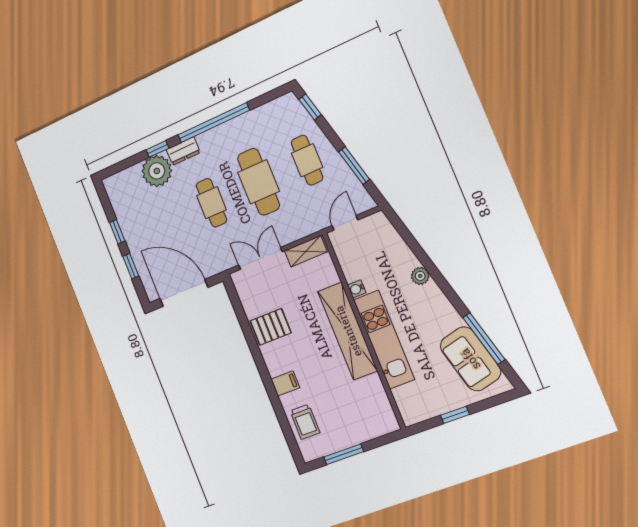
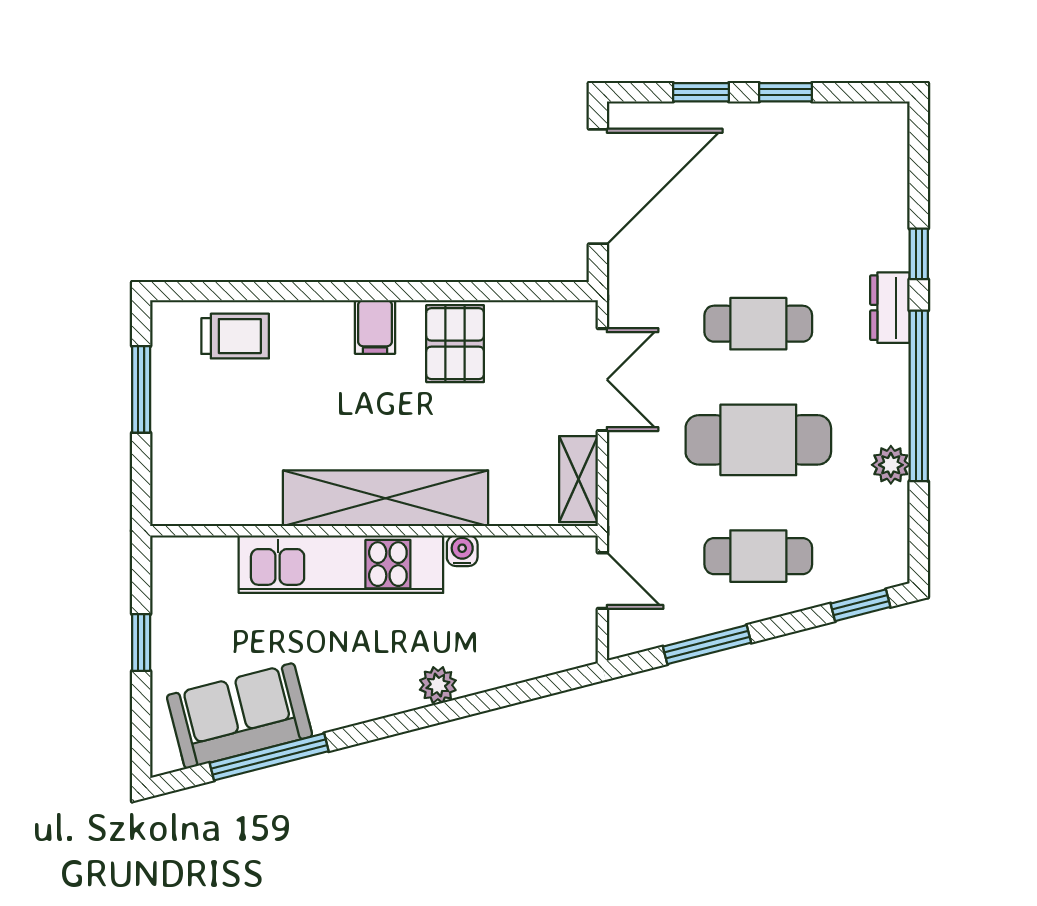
plant: (157, 171) -> (891, 465), moved, width x0.53, depth x0.53
filing cabinet: (285, 383) -> (375, 327), moved
trolley: (305, 422) -> (235, 336), turned 180

